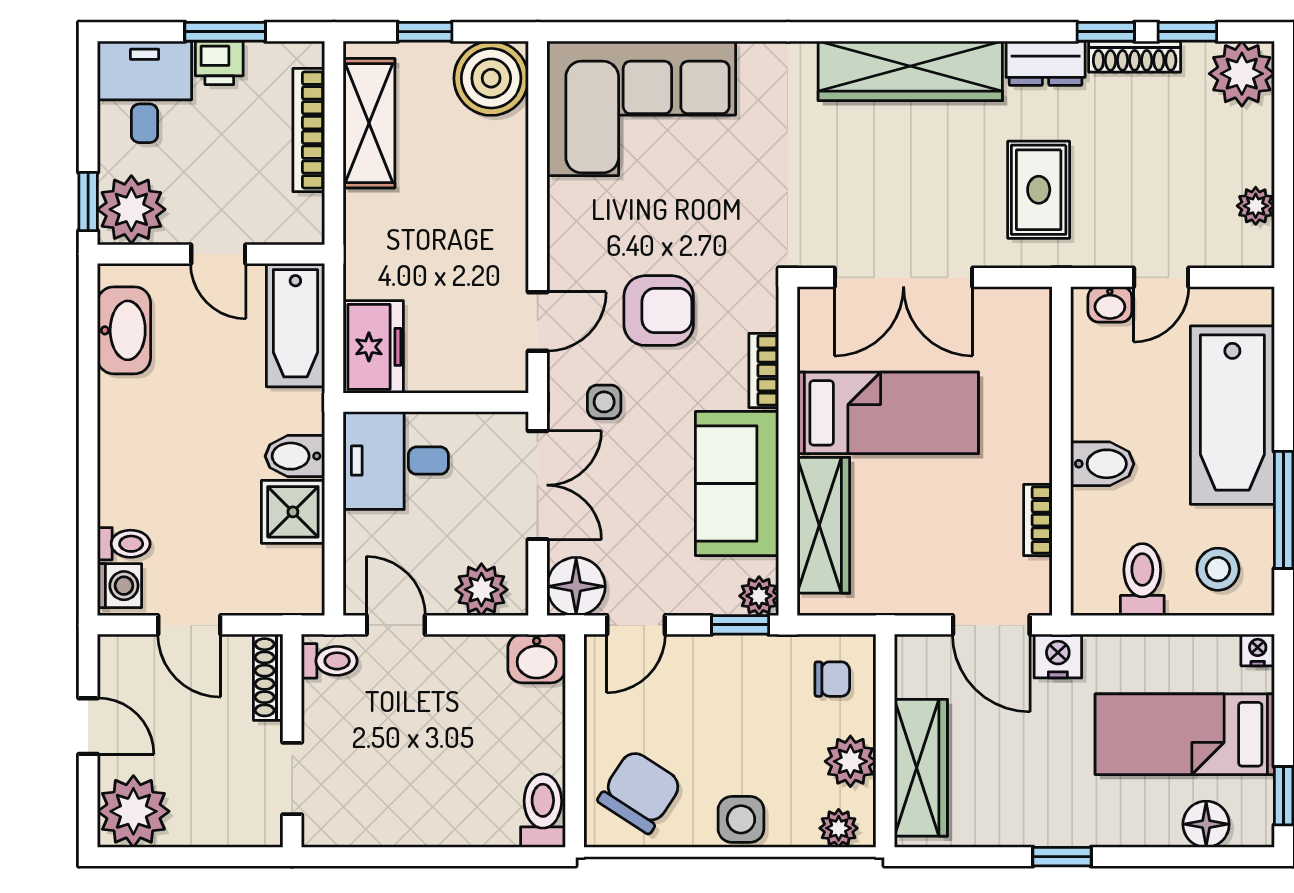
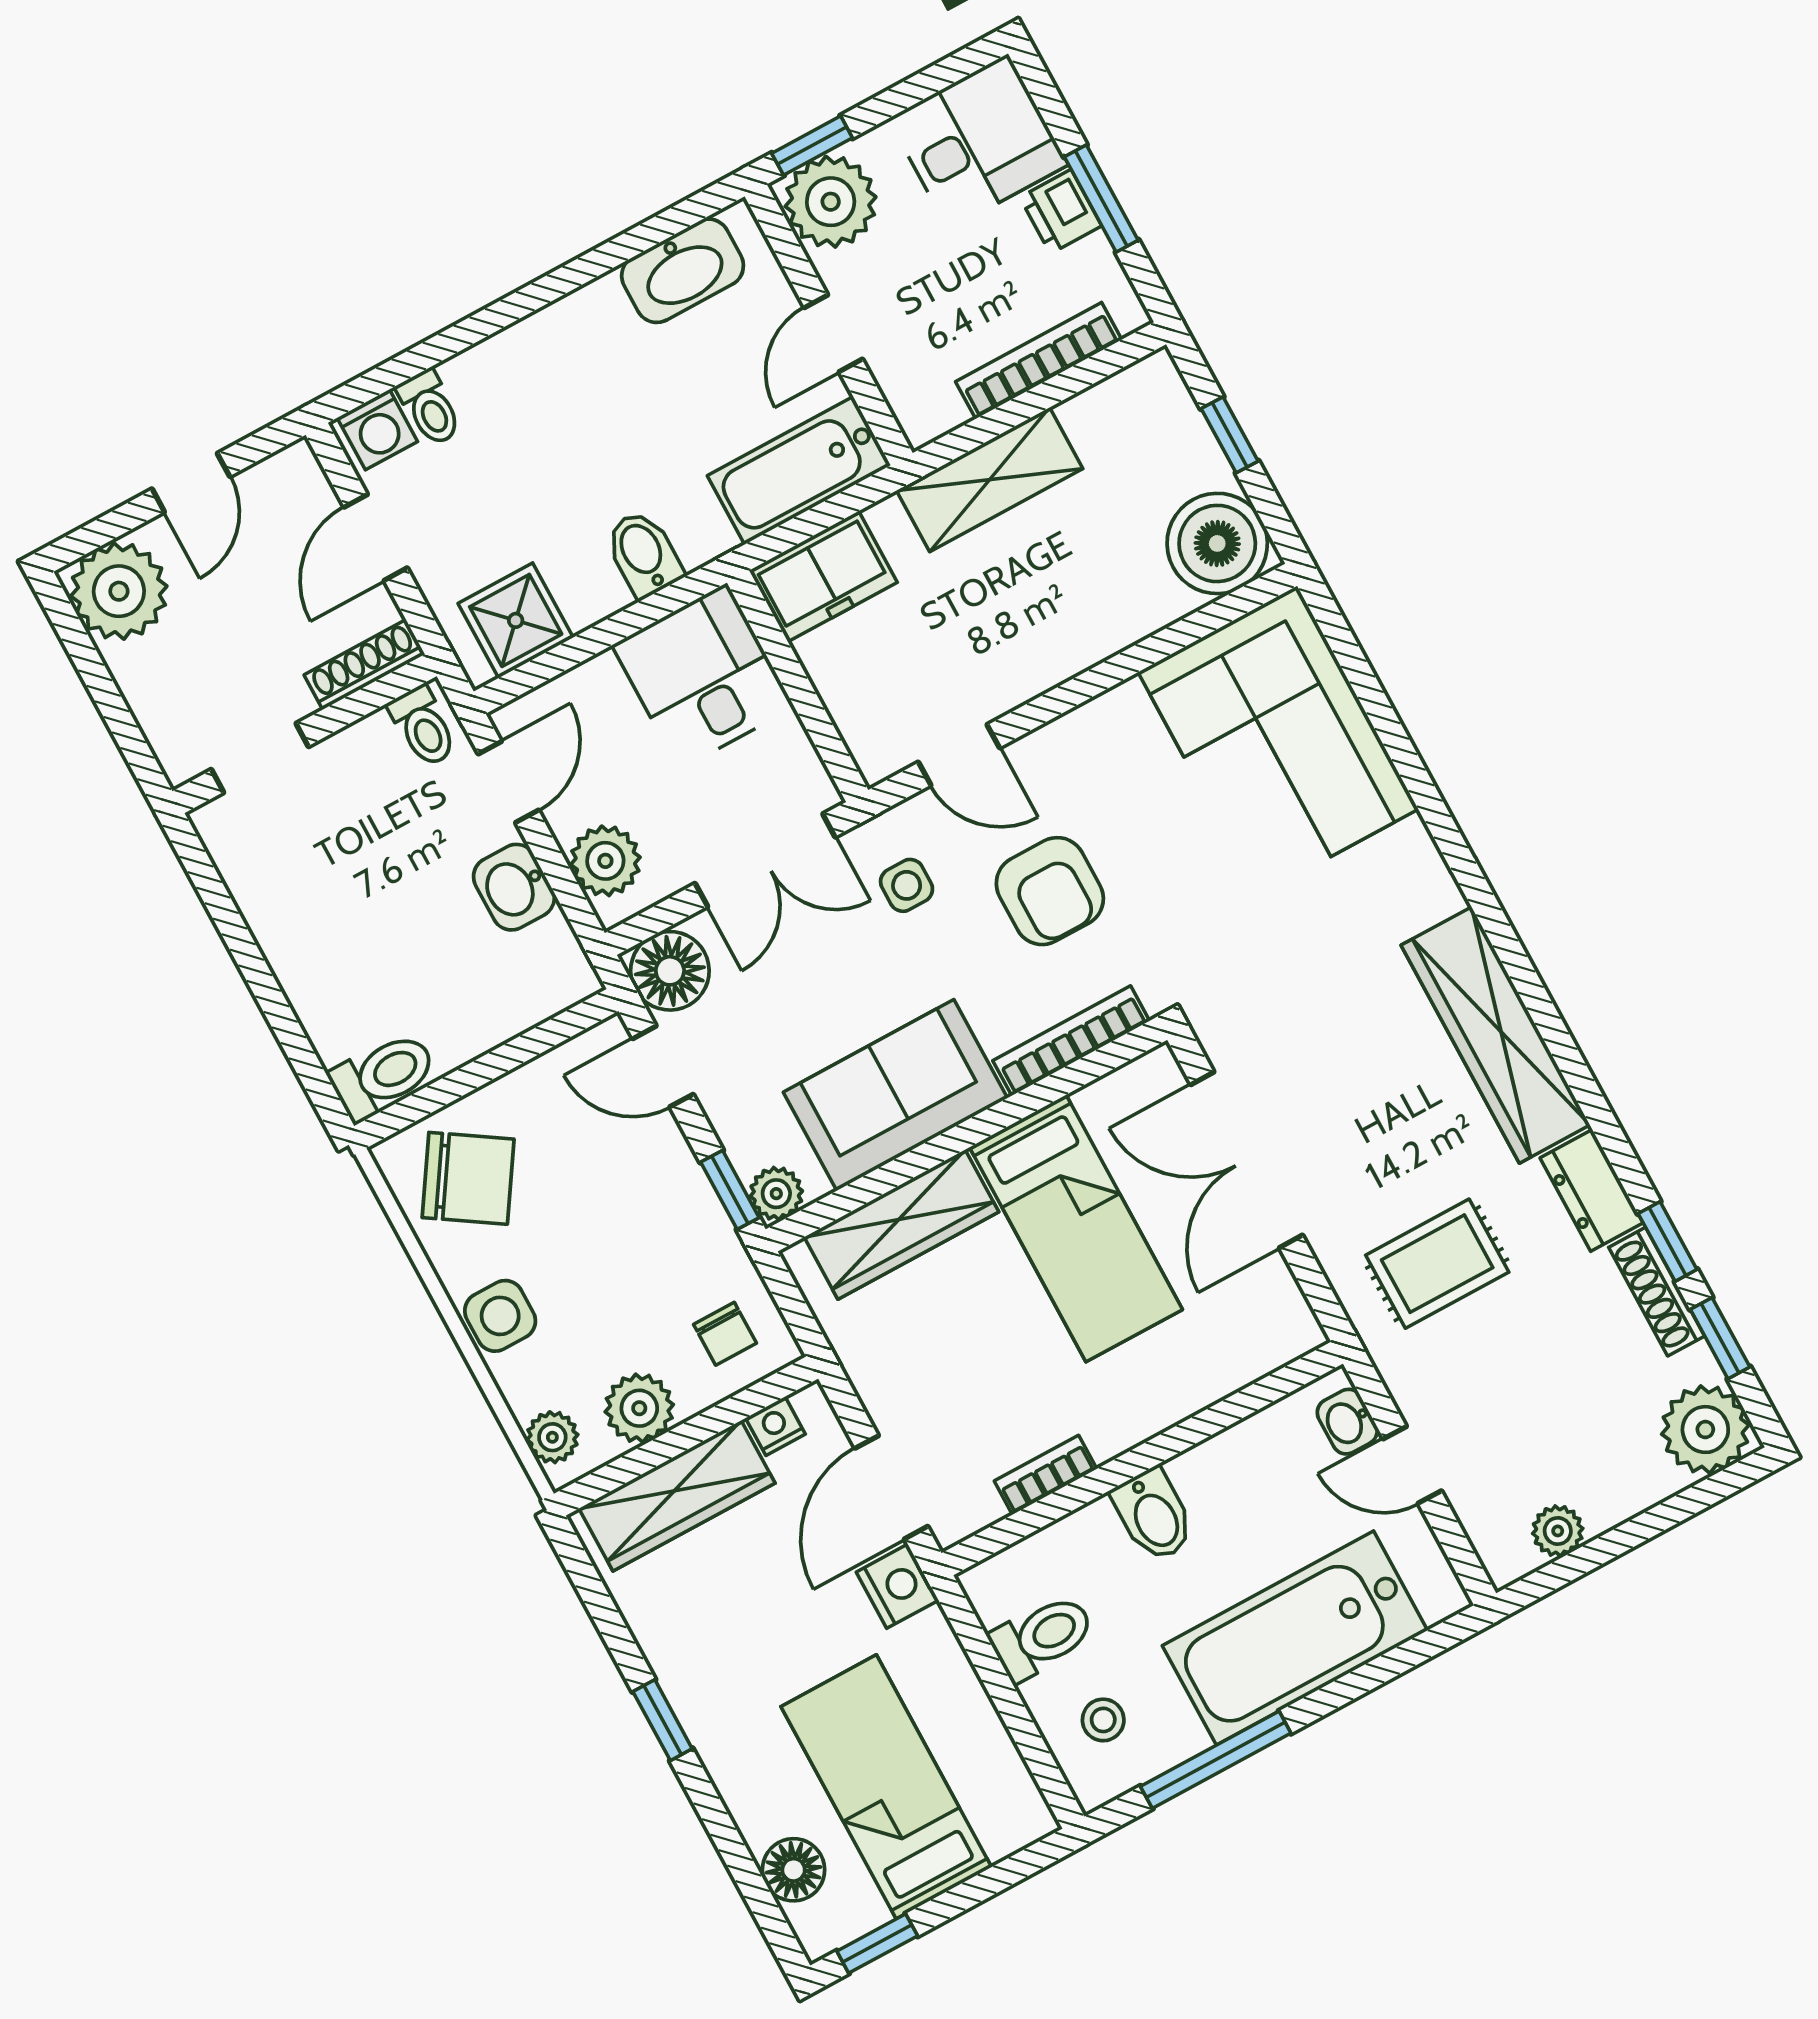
shelving: (369, 123) -> (990, 480), moved
bookcase: (764, 370) -> (1071, 1041), width x1.56
shower: (293, 512) -> (516, 620), moved
stool: (1218, 569) -> (1103, 1720), width x0.73, depth x0.73
nightstand: (1258, 650) -> (775, 1426), moved, turned -90
washbasin: (537, 659) -> (514, 887), moved

